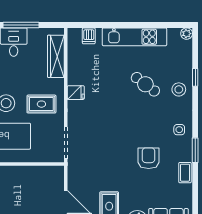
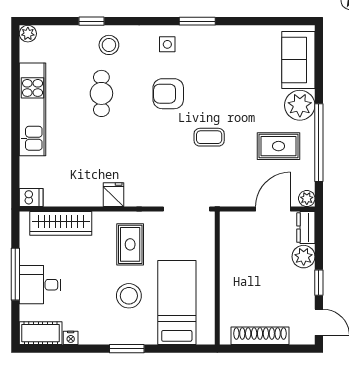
dishwasher: (89, 36) -> (31, 198), moved
cafe table: (145, 84) -> (101, 93), turned -37
armchair: (149, 158) -> (168, 94), moved
coffee table: (185, 173) -> (209, 137), moved

